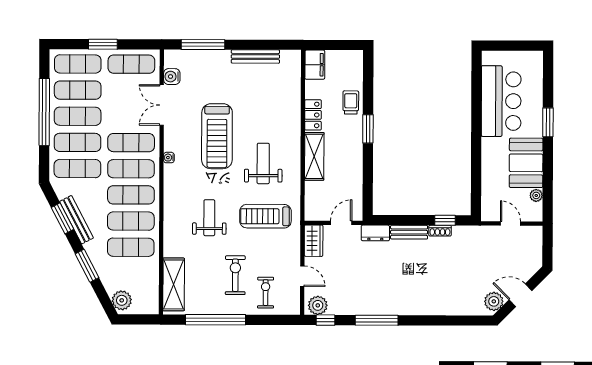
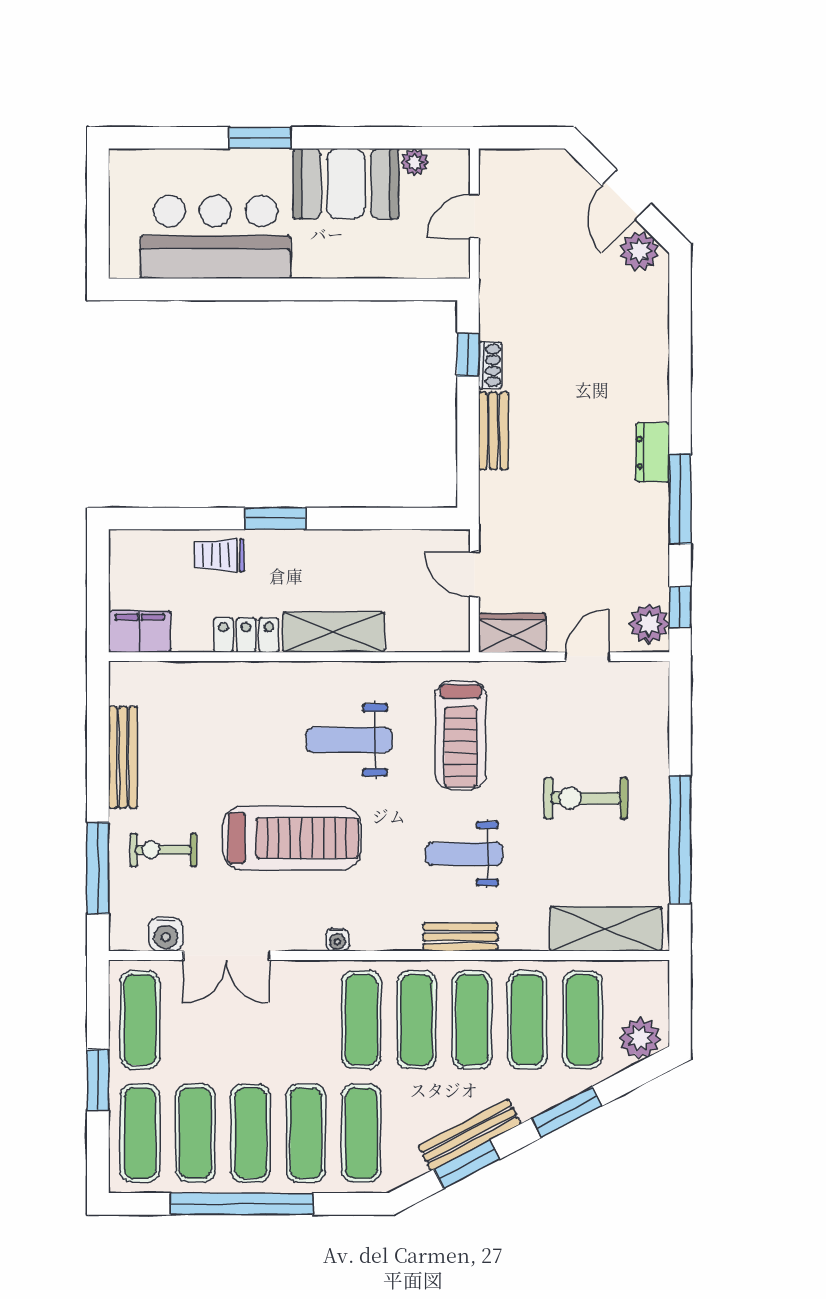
exercise mat: (131, 143) -> (583, 1020), moved
bench: (170, 216) -> (460, 937), added
dresser: (375, 233) -> (653, 452), moved, turned 180
exercise bike: (266, 293) -> (163, 850), moved

